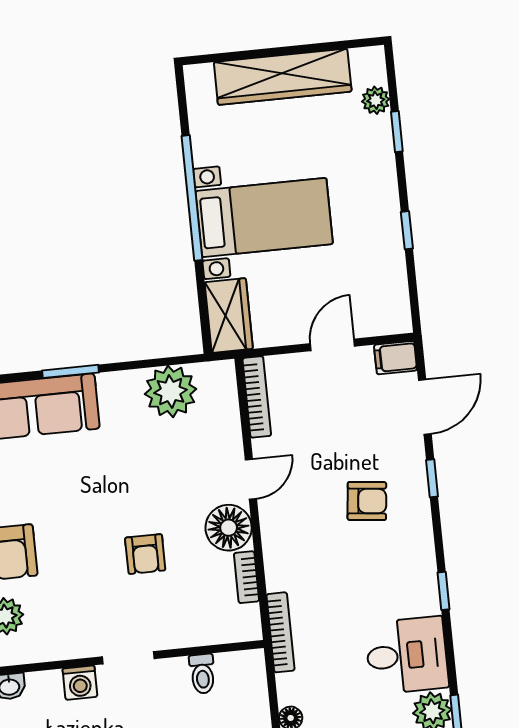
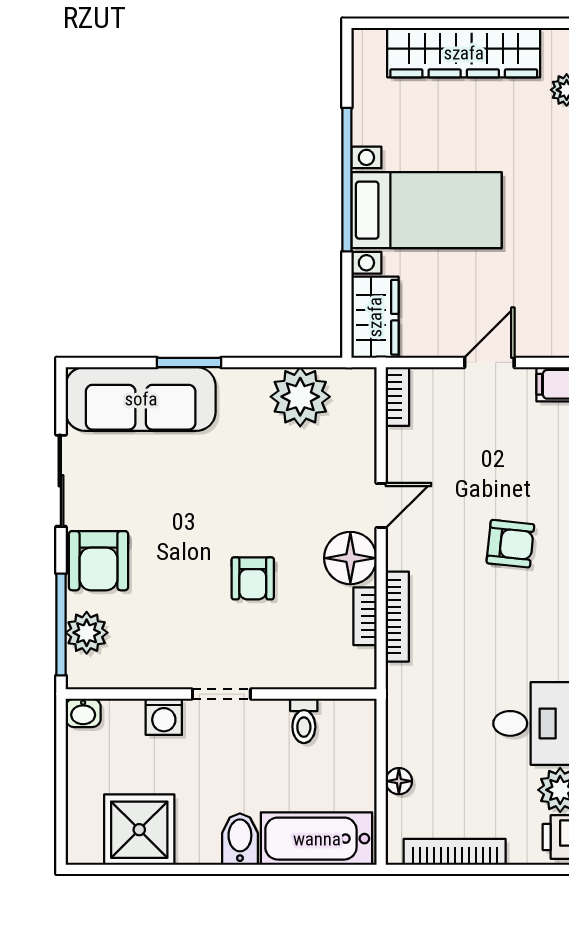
bookcase: (257, 397) -> (397, 396), width x0.64
bookcase: (281, 632) -> (397, 617), moved

